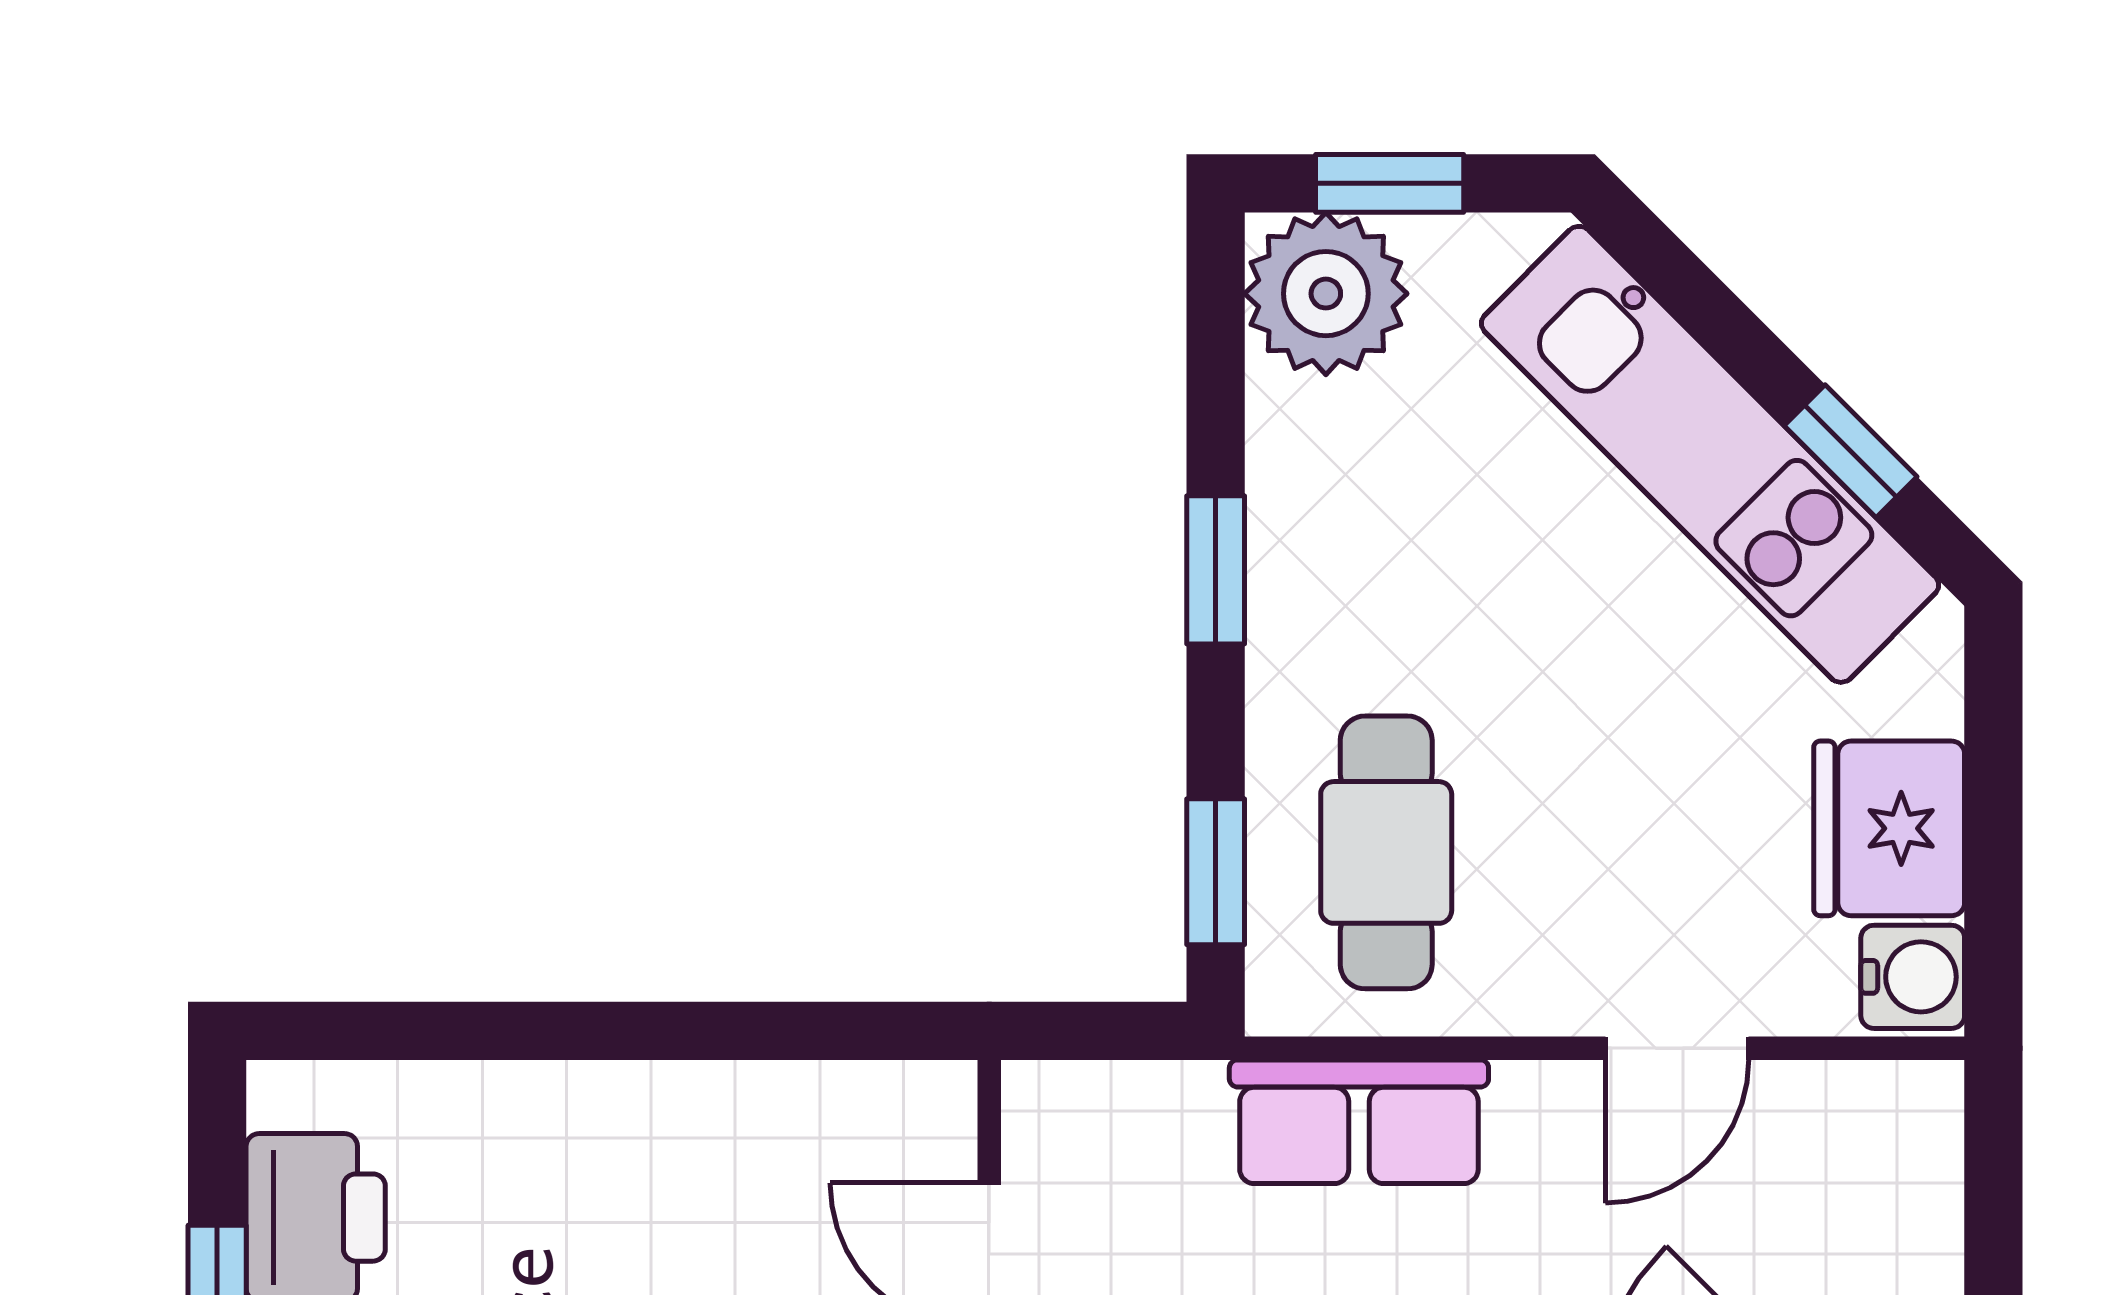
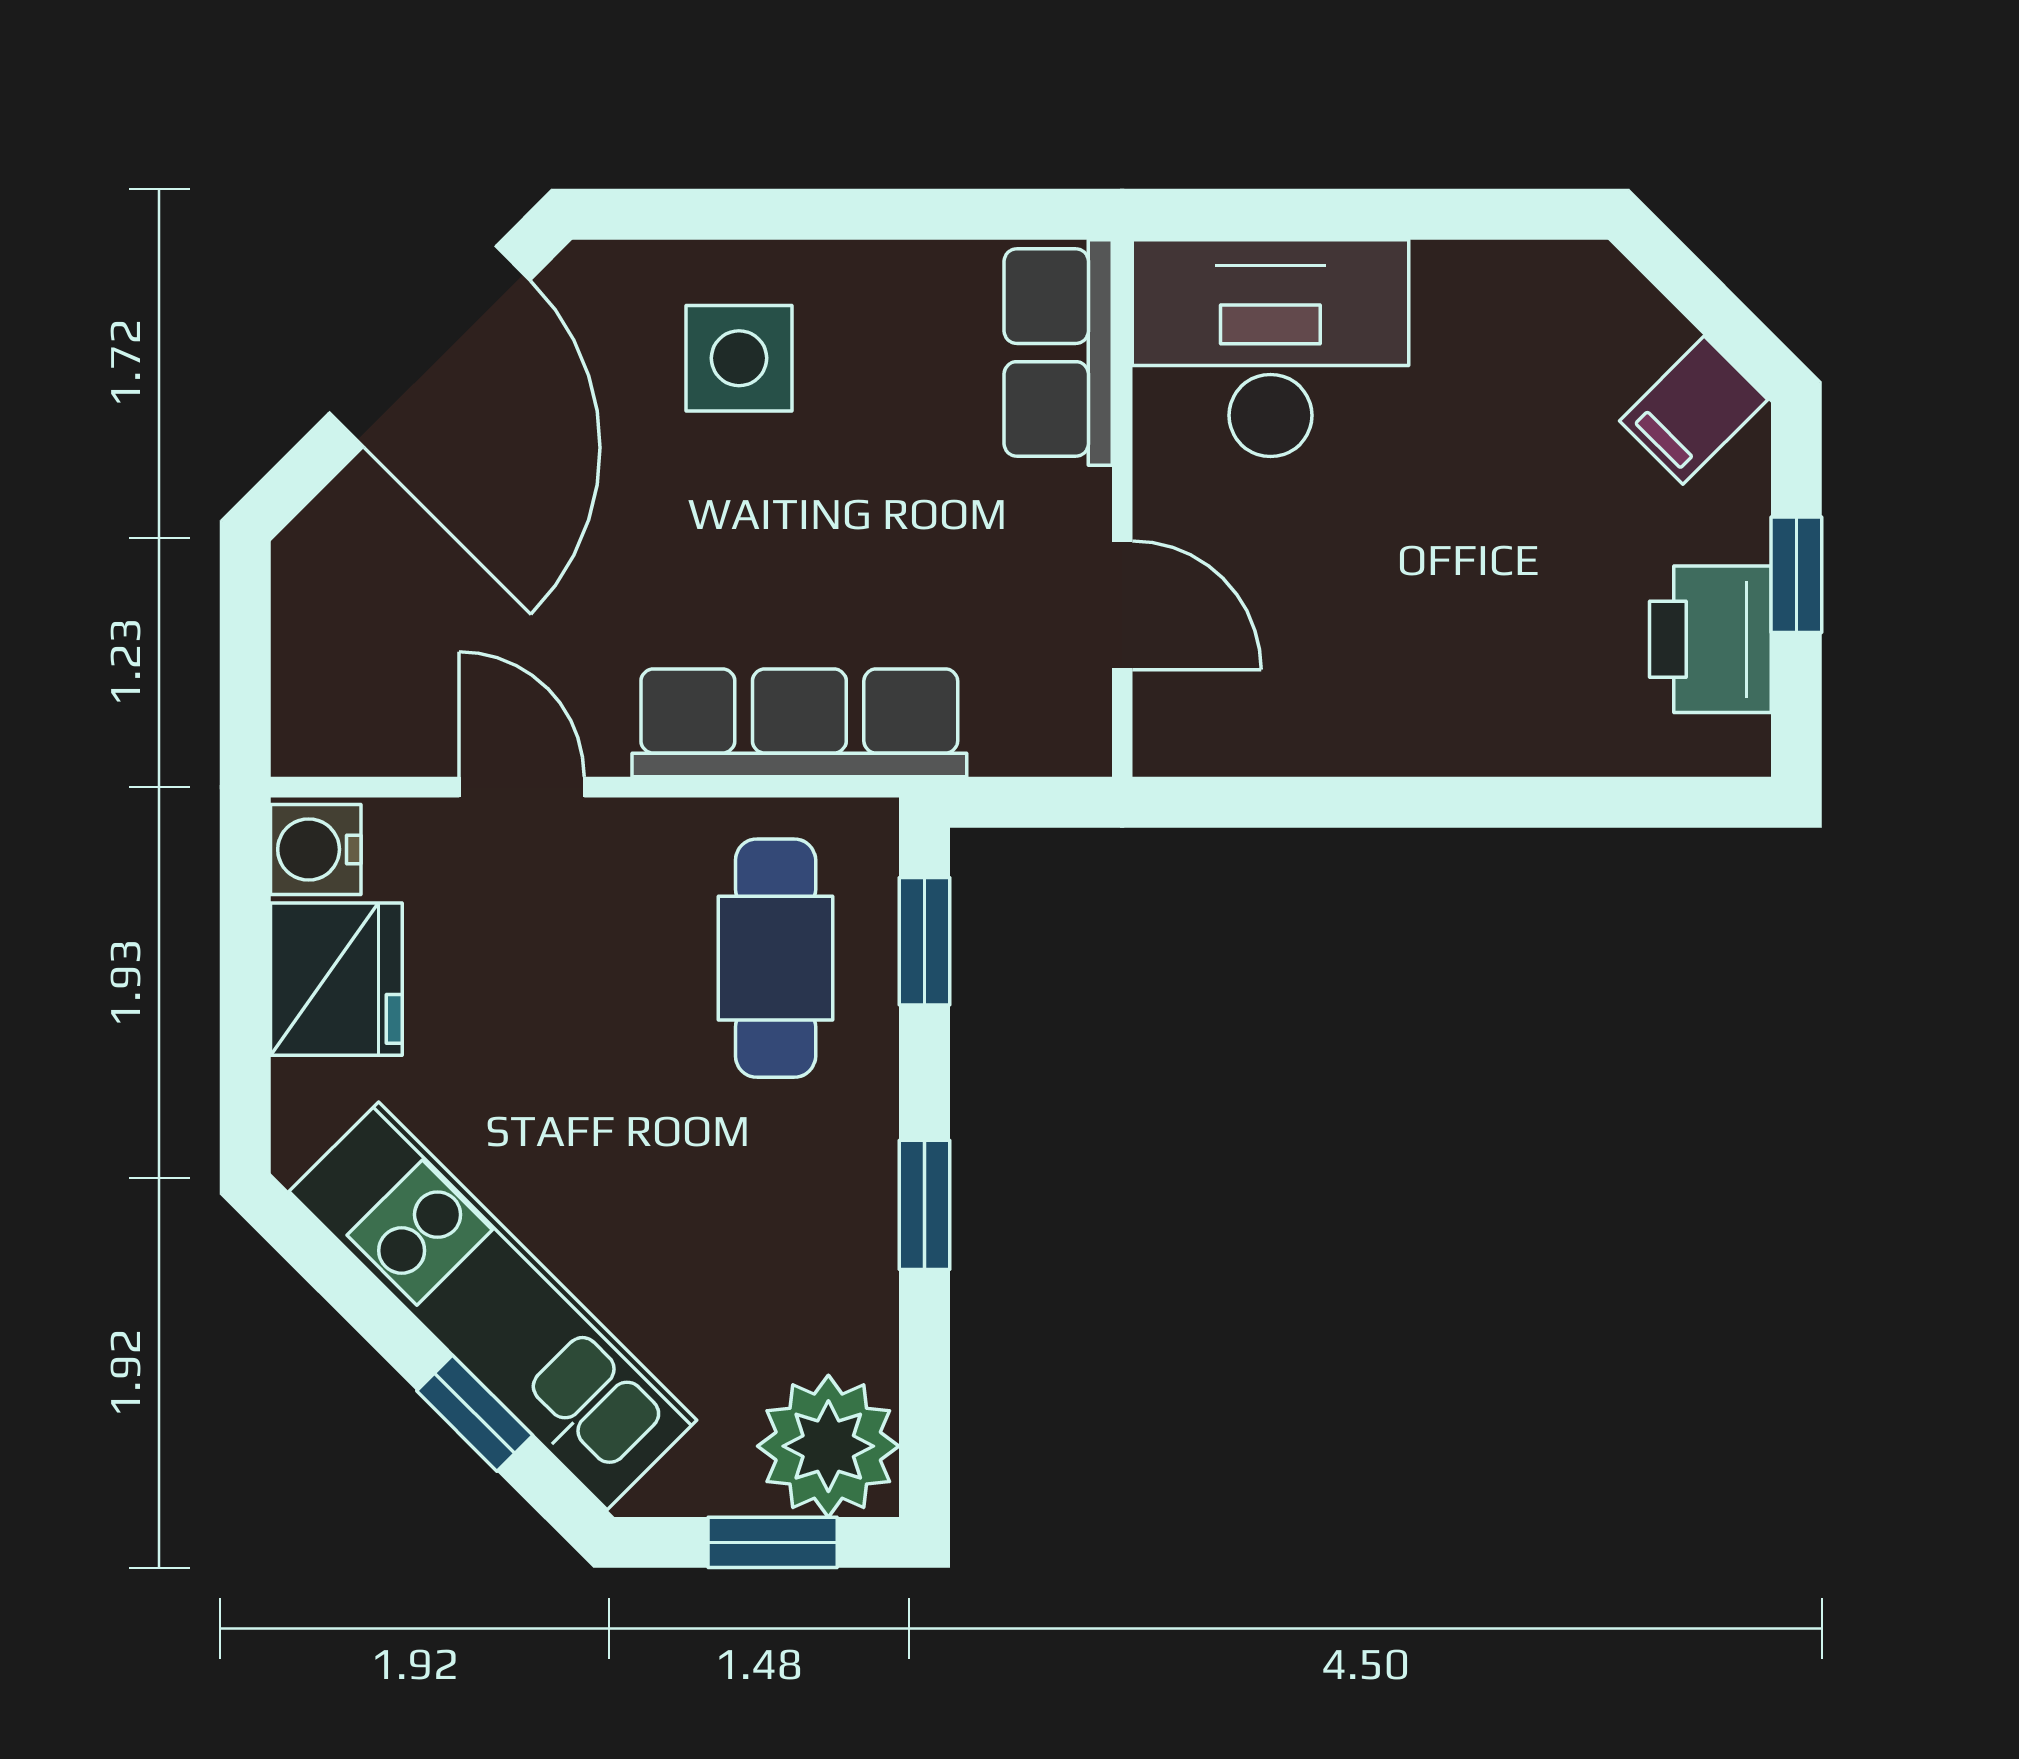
window: (1851, 451) -> (475, 1413), moved
door: (1677, 1048) -> (522, 787), hinge flipped
row of seats: (1359, 1122) -> (799, 723), width x1.48

